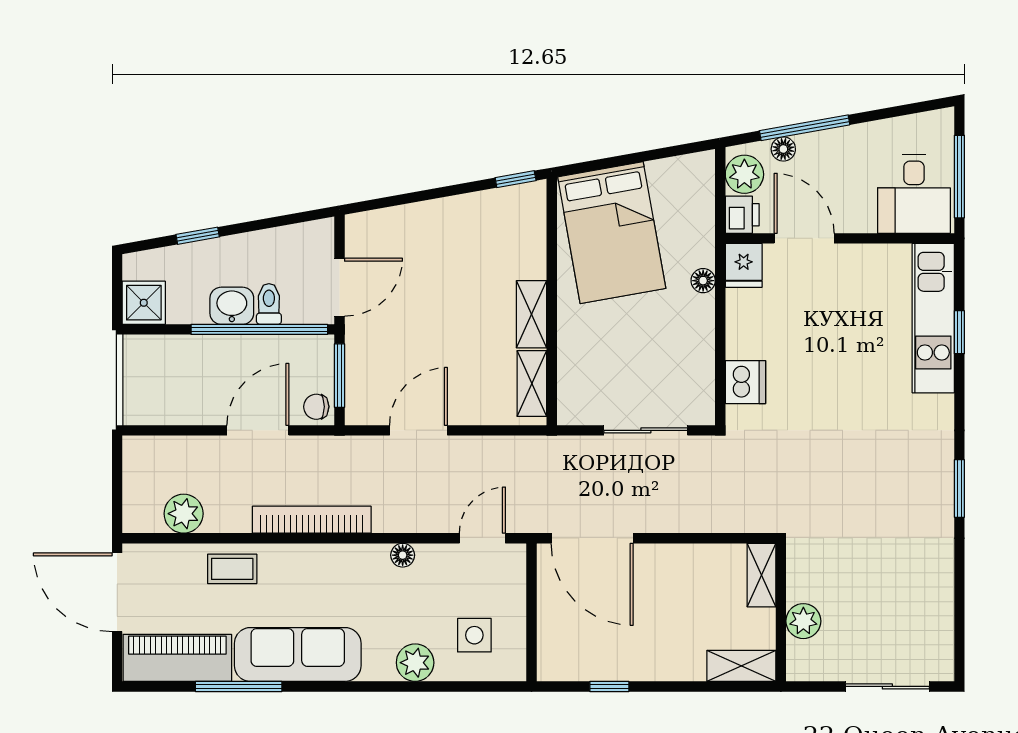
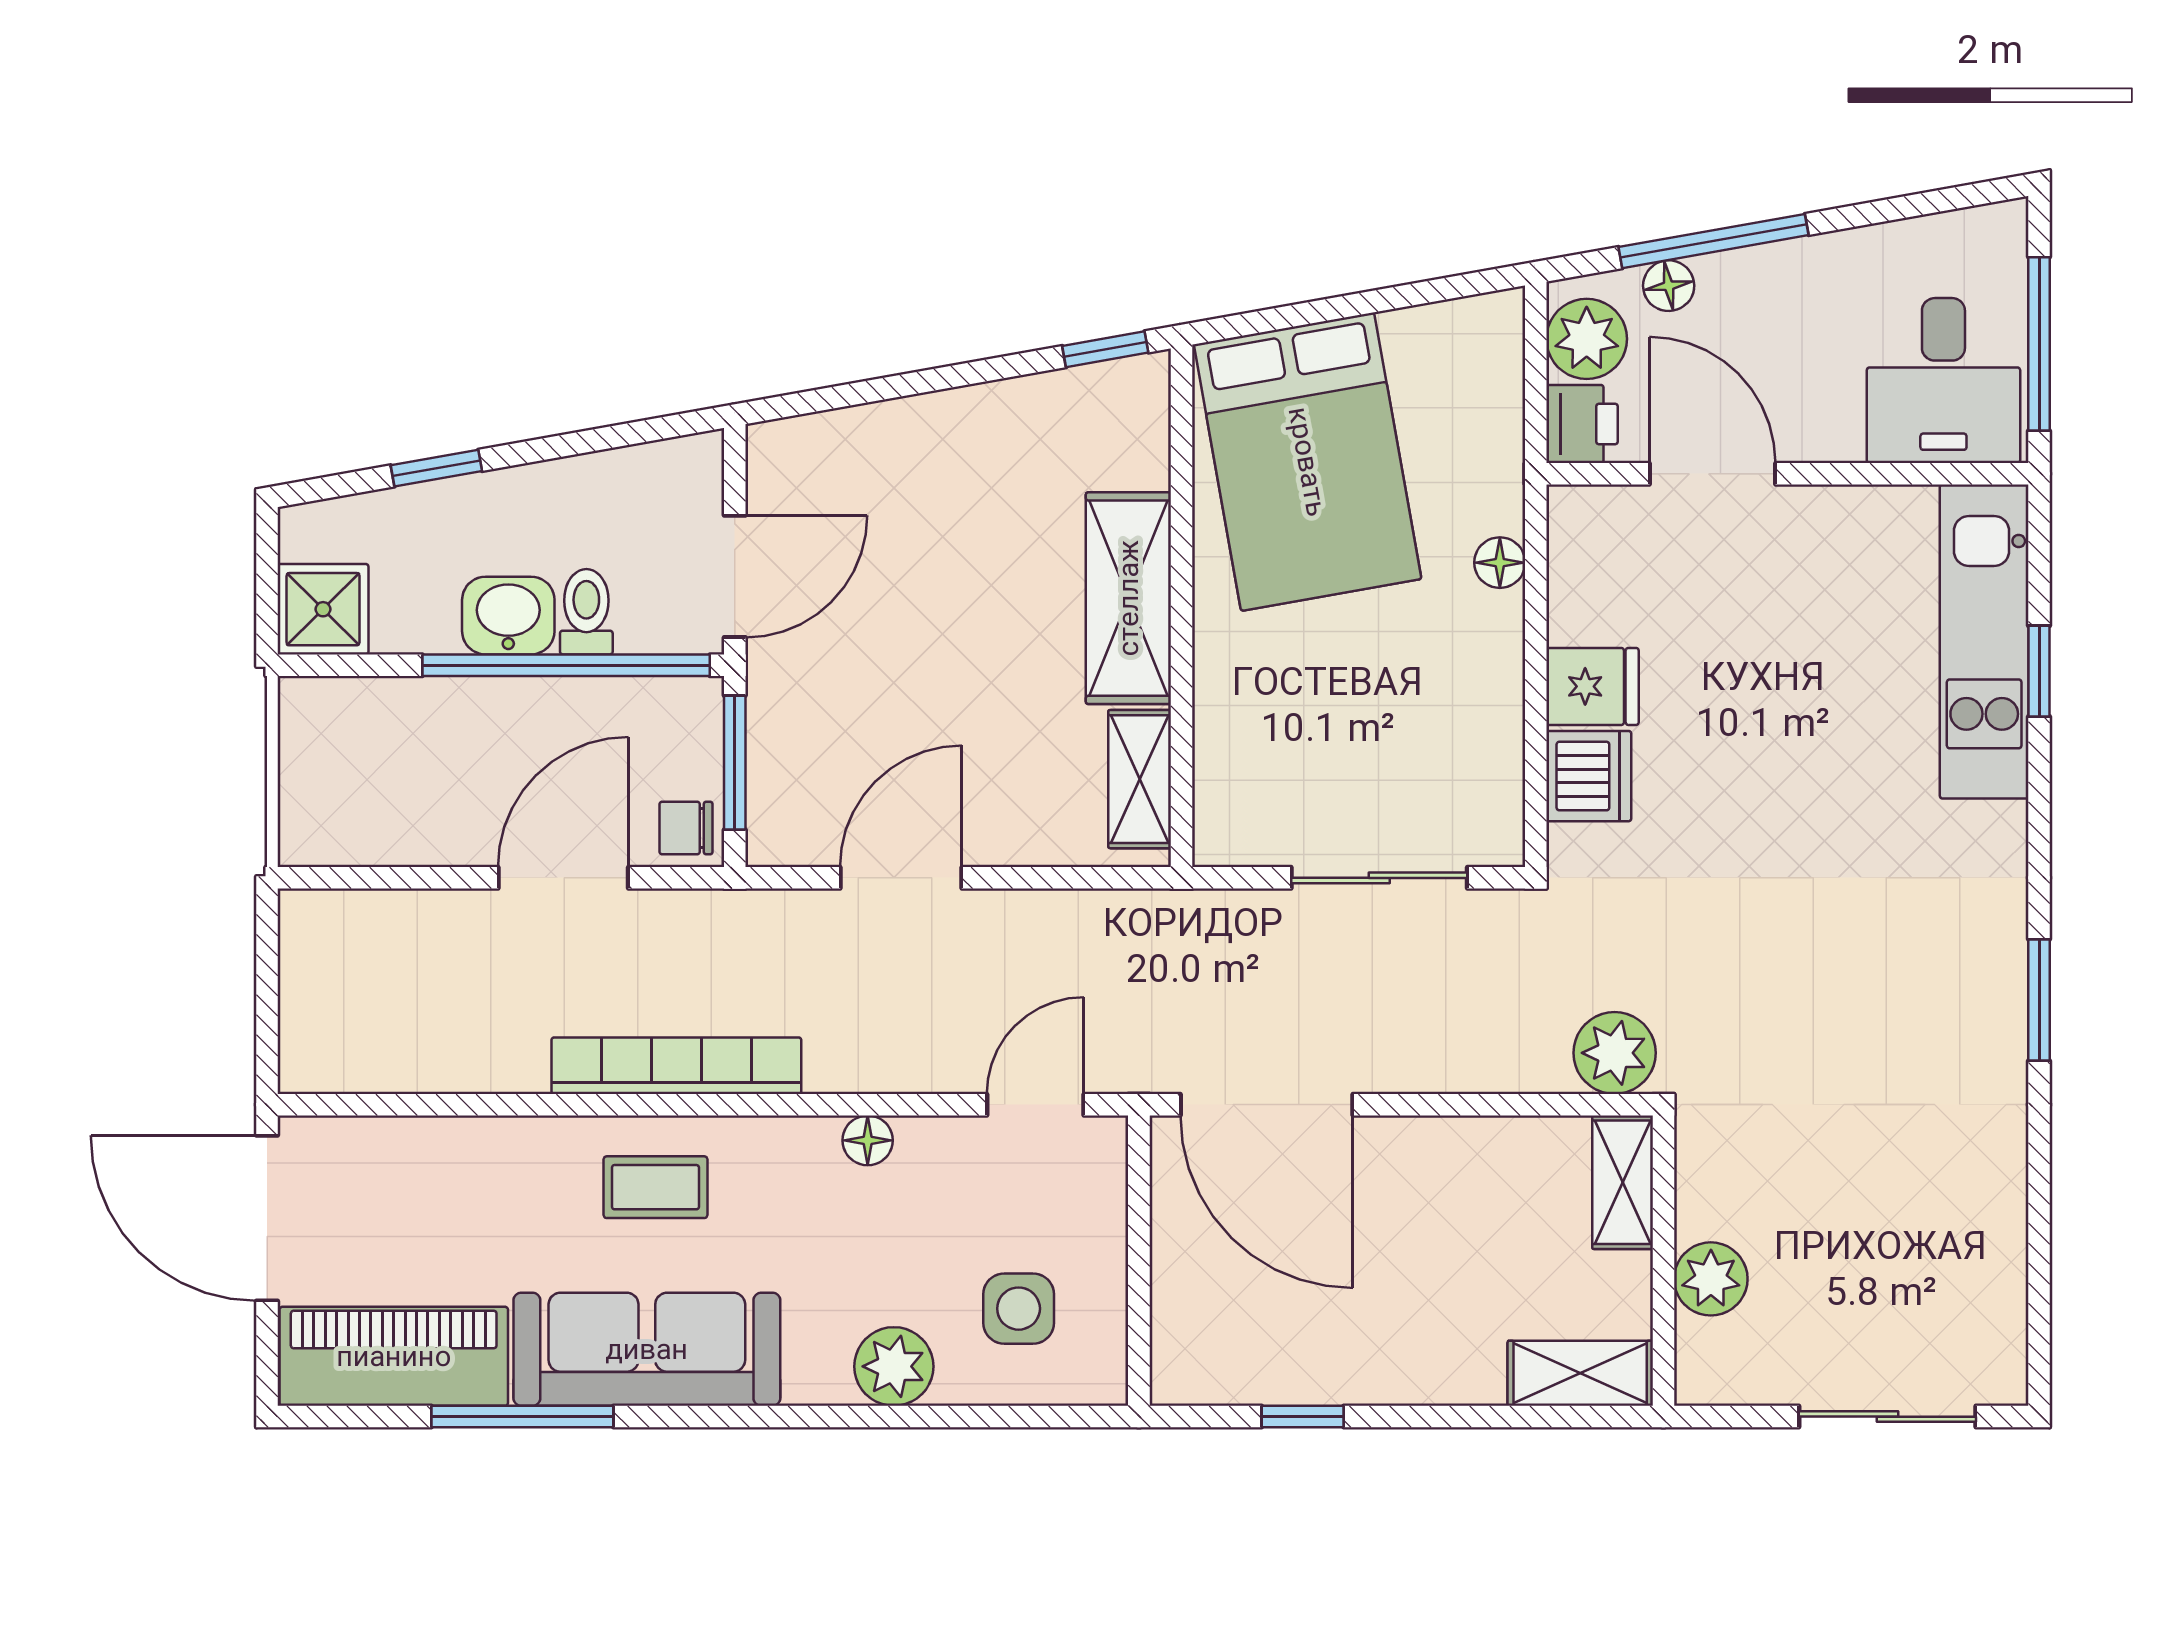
fridge: (744, 265) -> (1593, 686), moved, turned -90
shelving: (532, 314) -> (1128, 598), width x1.50, depth x1.33
plant: (184, 514) -> (1615, 1053), moved
coffee table: (232, 569) -> (655, 1187), moved

